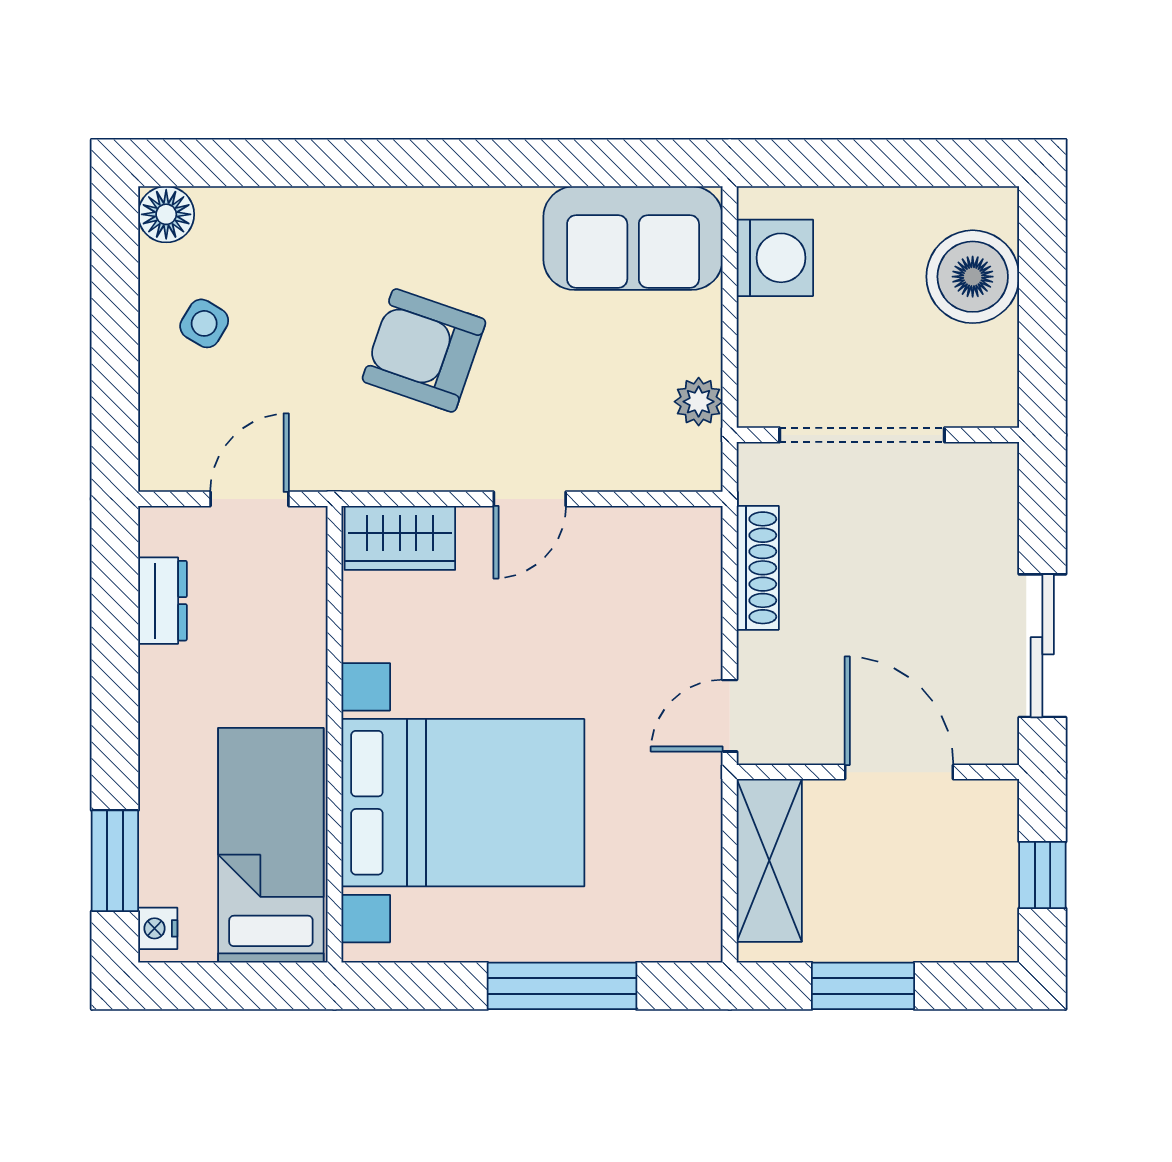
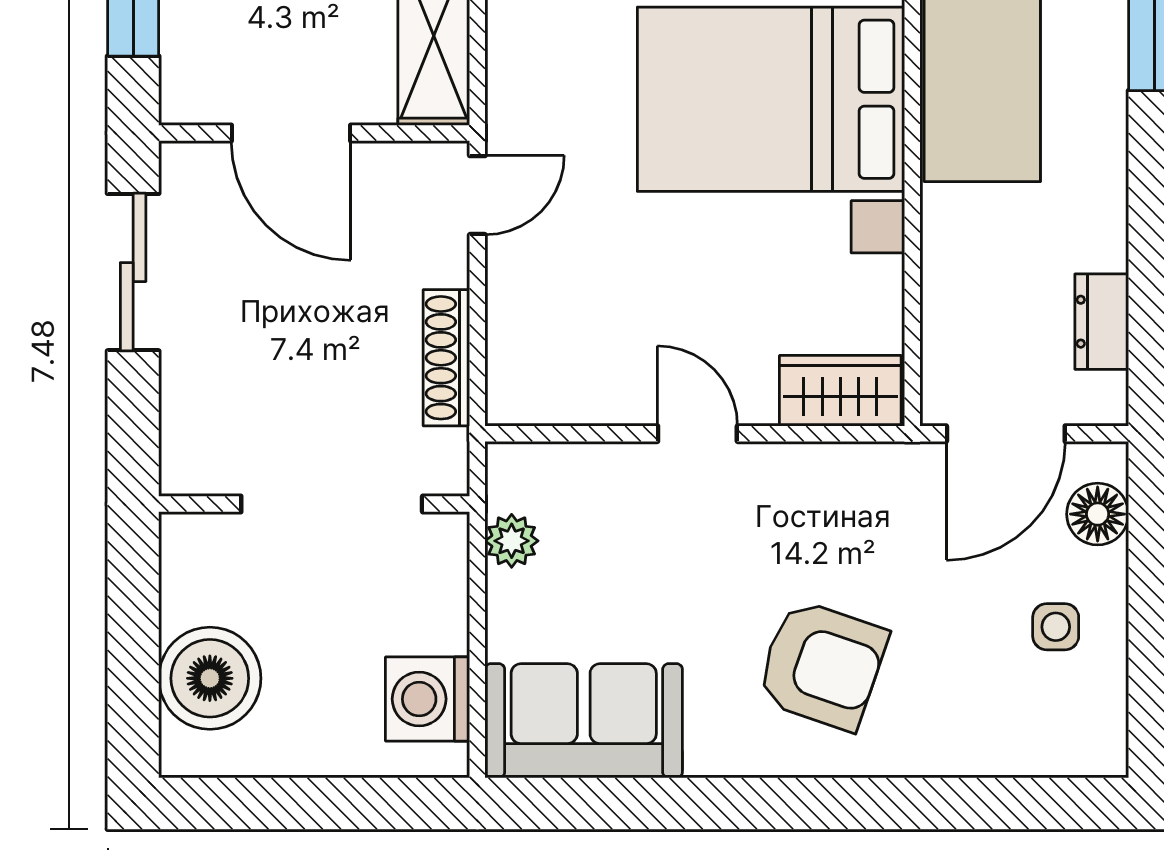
floor lamp: (166, 214) -> (1098, 514), moved
side table: (204, 323) -> (1056, 627), turned -31
armchair: (424, 350) -> (822, 665), moved
door: (250, 499) -> (1006, 434), width x1.38
door: (530, 499) -> (697, 434), hinge flipped

